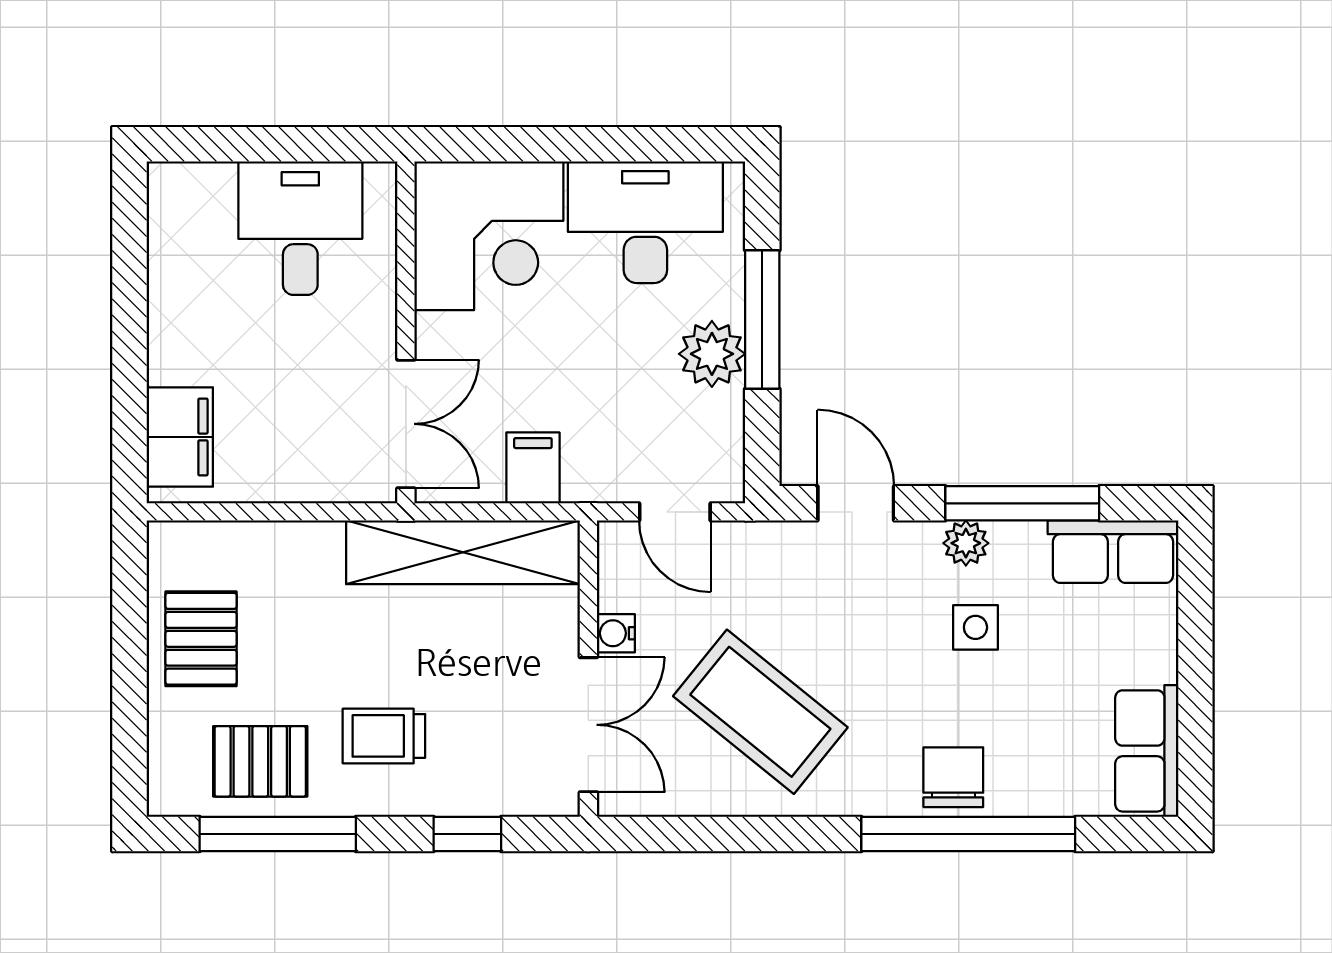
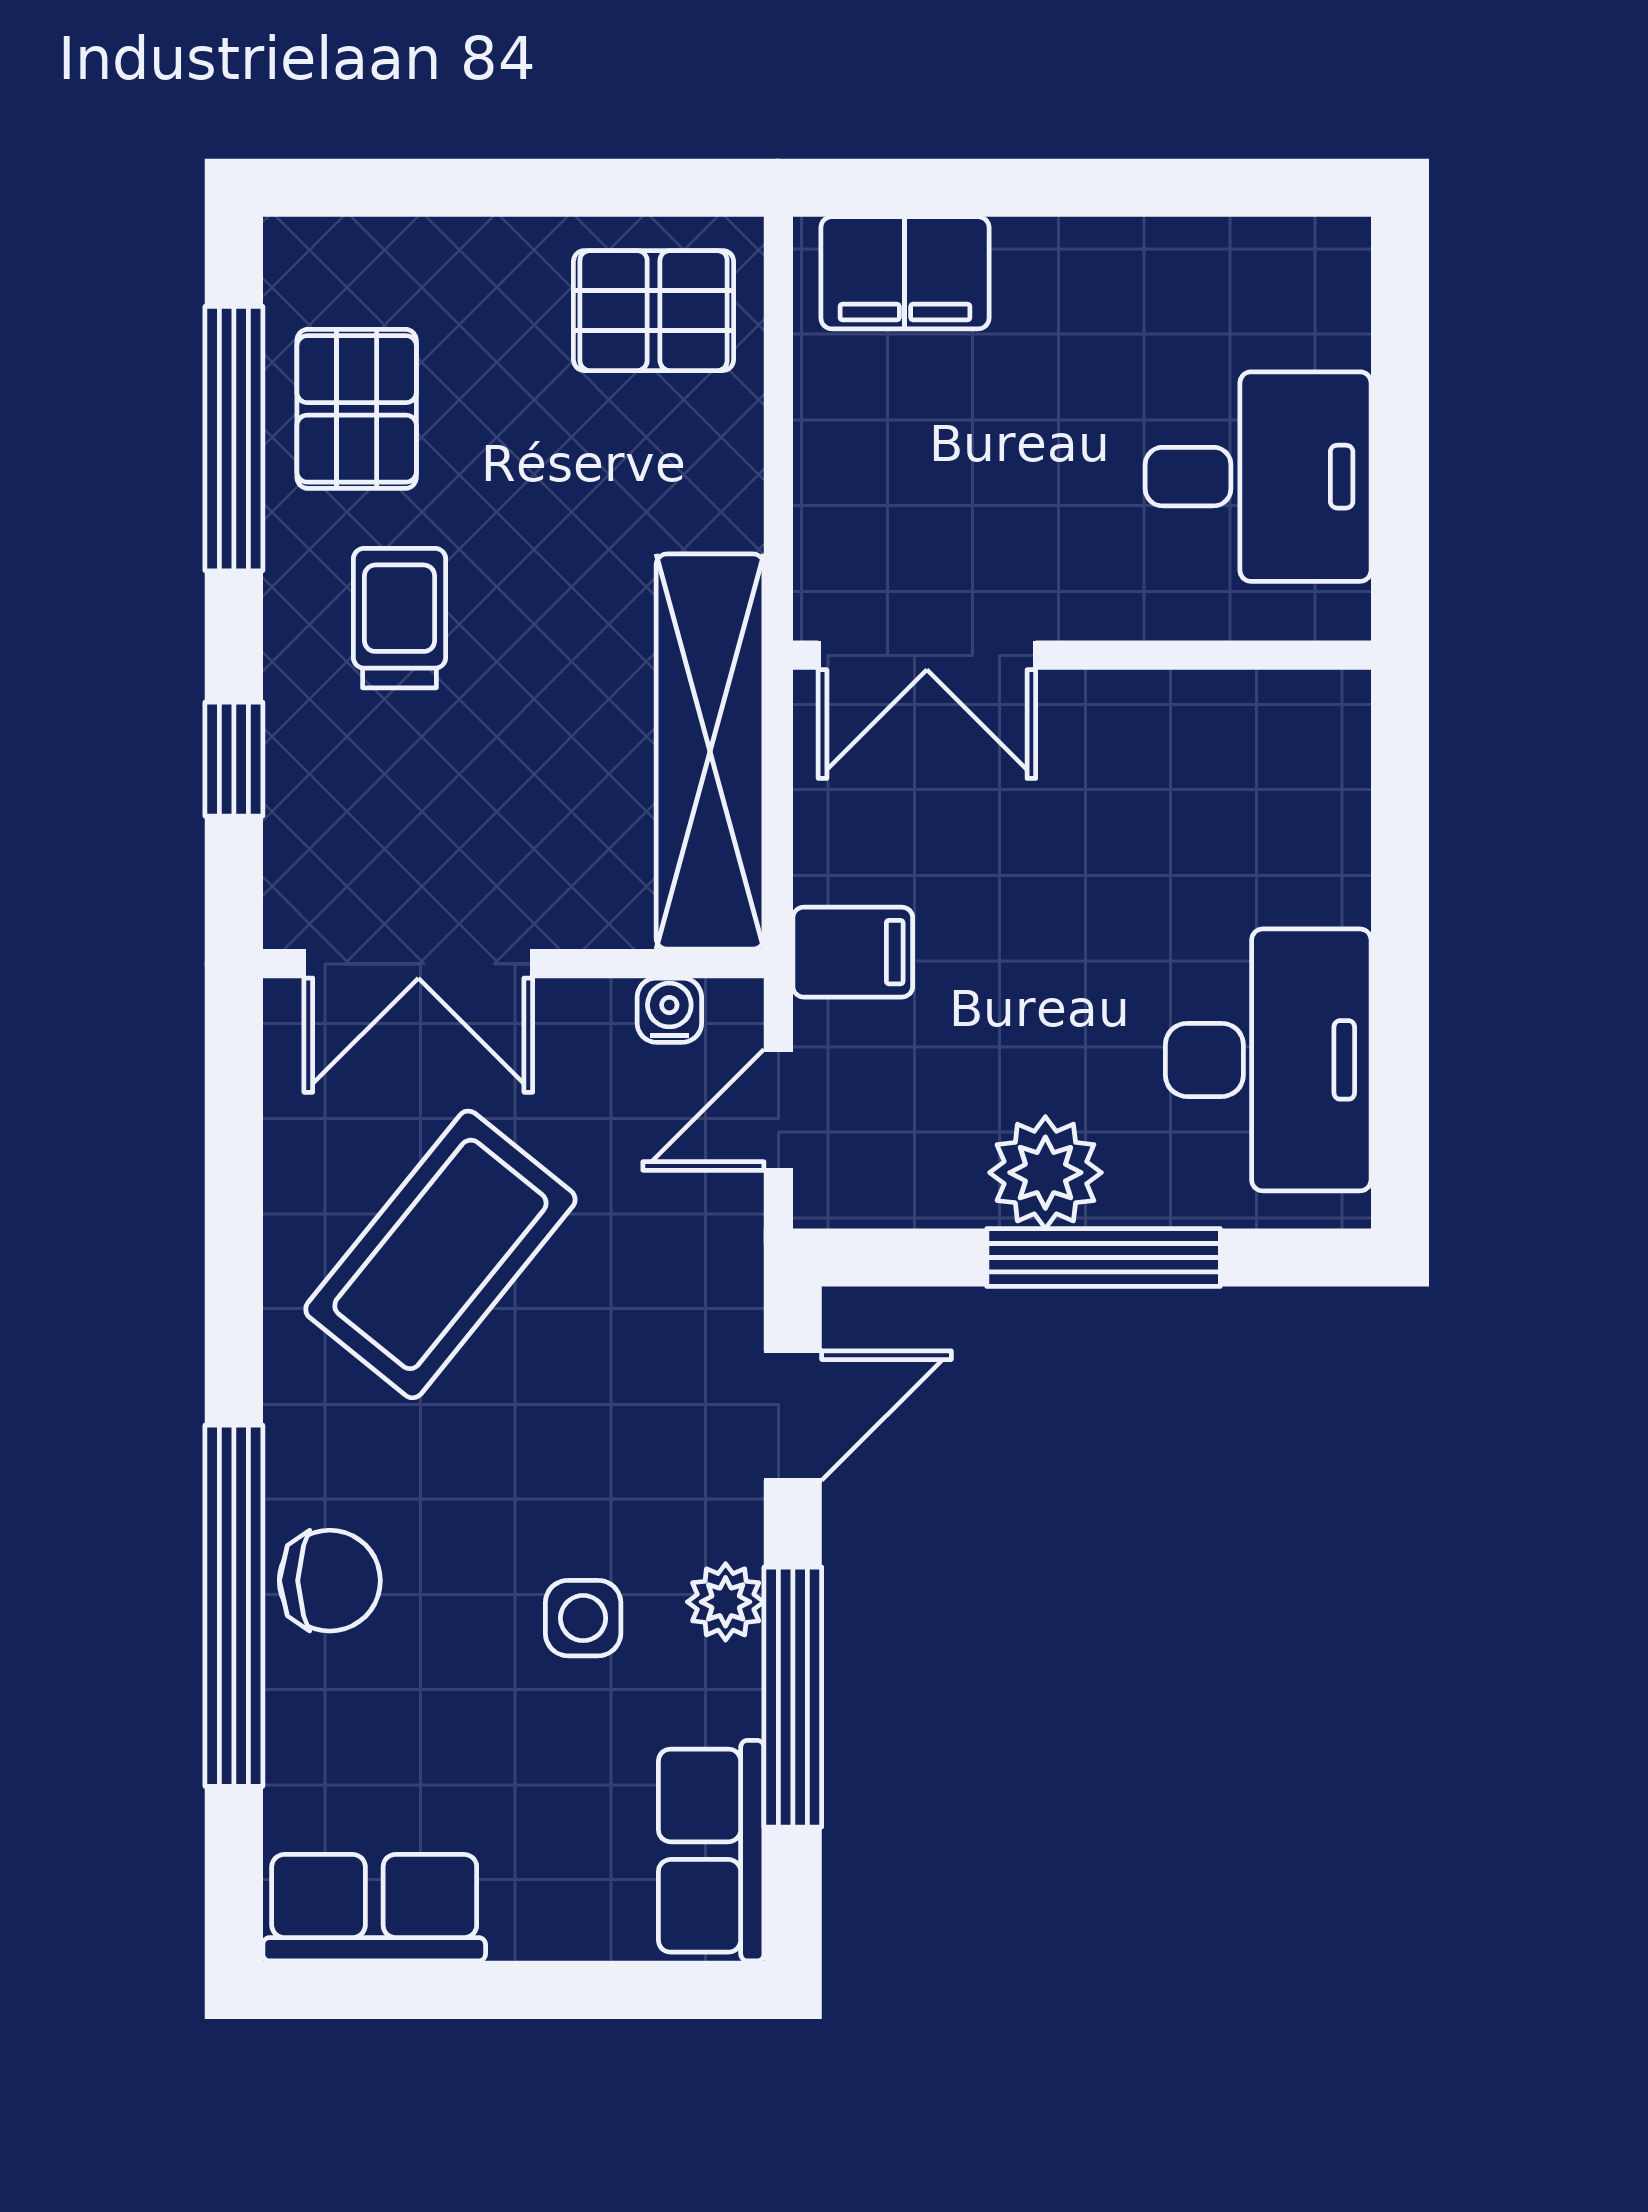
corner desk: (489, 236) -> (1245, 795), removed
filing cabinet: (533, 468) -> (853, 952), moved
water cooler: (616, 633) -> (669, 1010), moved
pallet: (201, 639) -> (654, 311), moved

